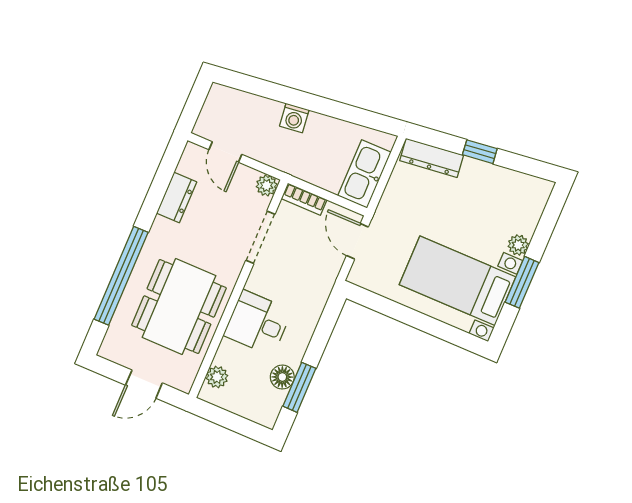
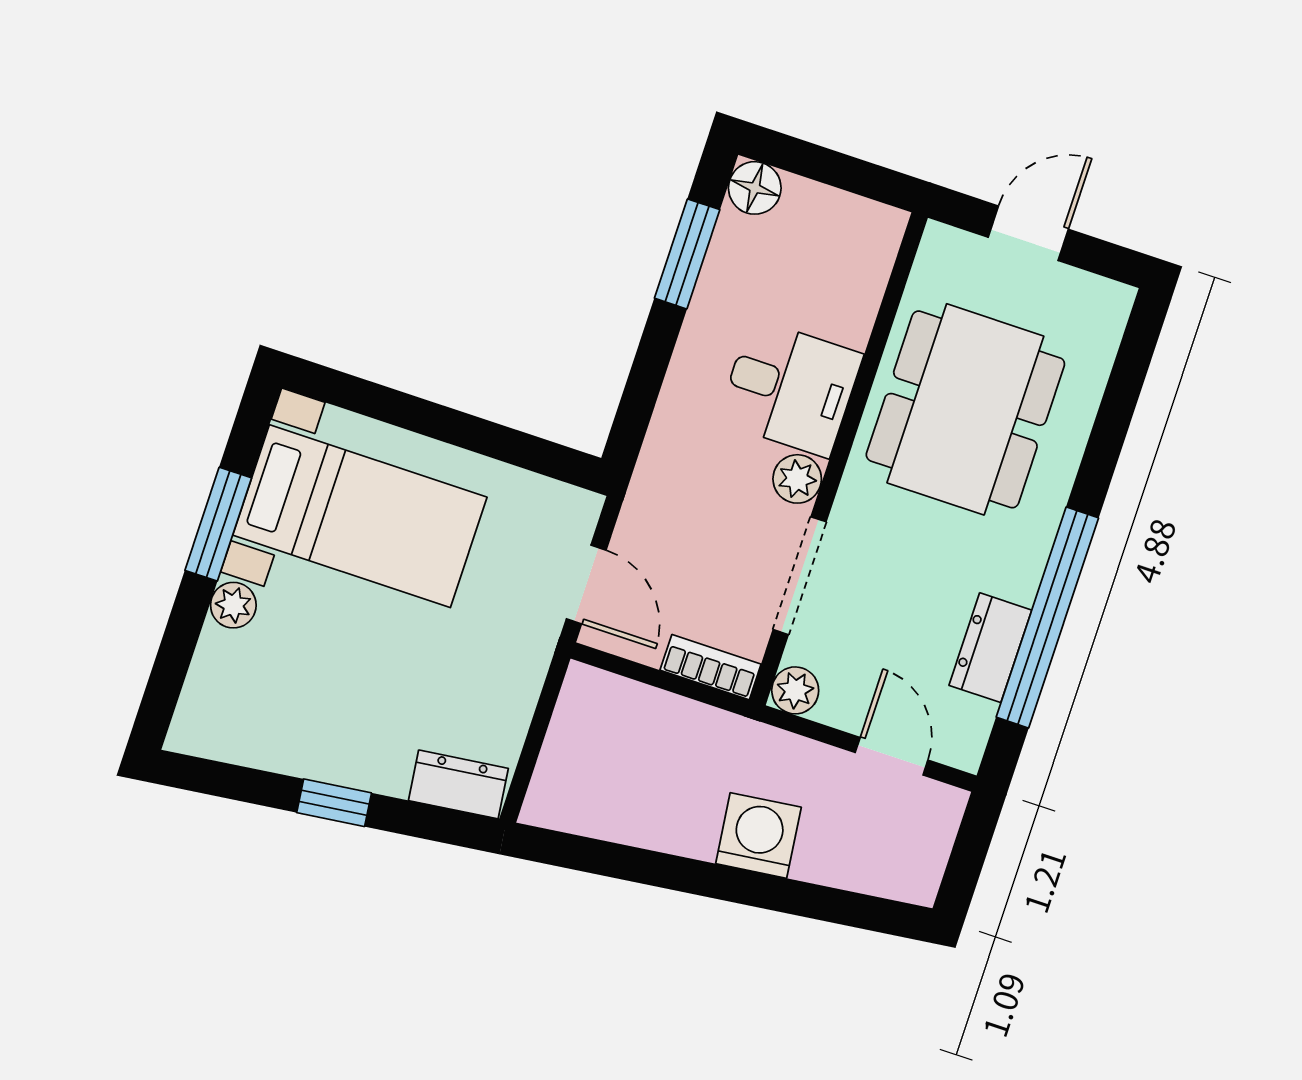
washing machine: (294, 118) -> (758, 835), width x1.38, depth x1.38
dresser: (432, 158) -> (458, 784), width x0.70
kitchen sink: (364, 174) -> (583, 733), removed
window: (121, 276) -> (1047, 618), moved
plant: (217, 377) -> (797, 479), moved
floor lamp: (282, 377) -> (755, 188), moved

